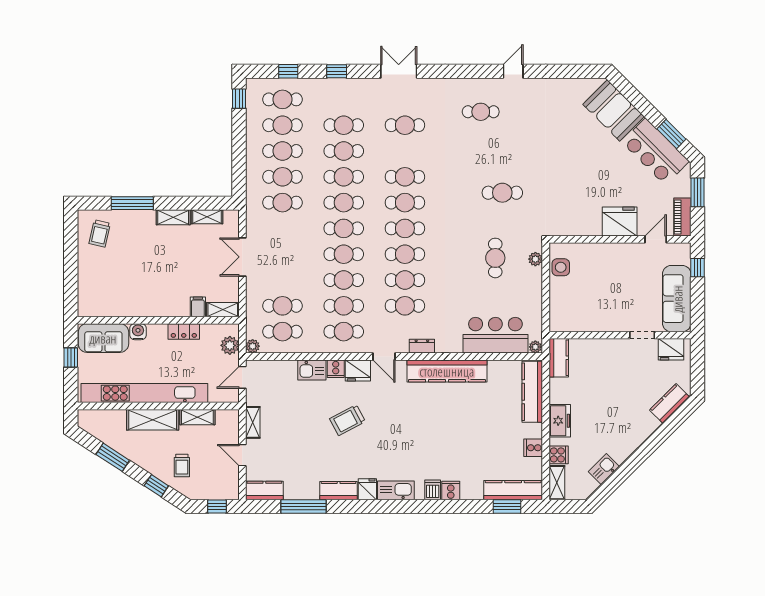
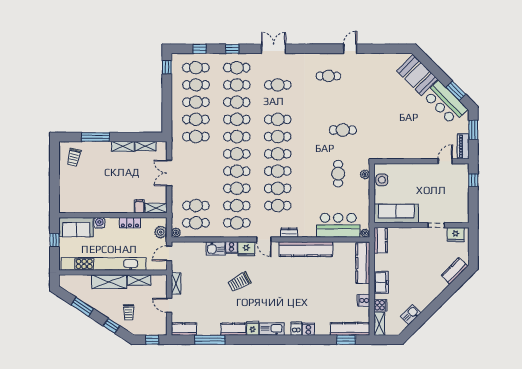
cafe table: (344, 99) -> (237, 68), added
fridge: (620, 221) -> (421, 149), removed
sofa: (677, 299) -> (396, 214), moved, turned 90

